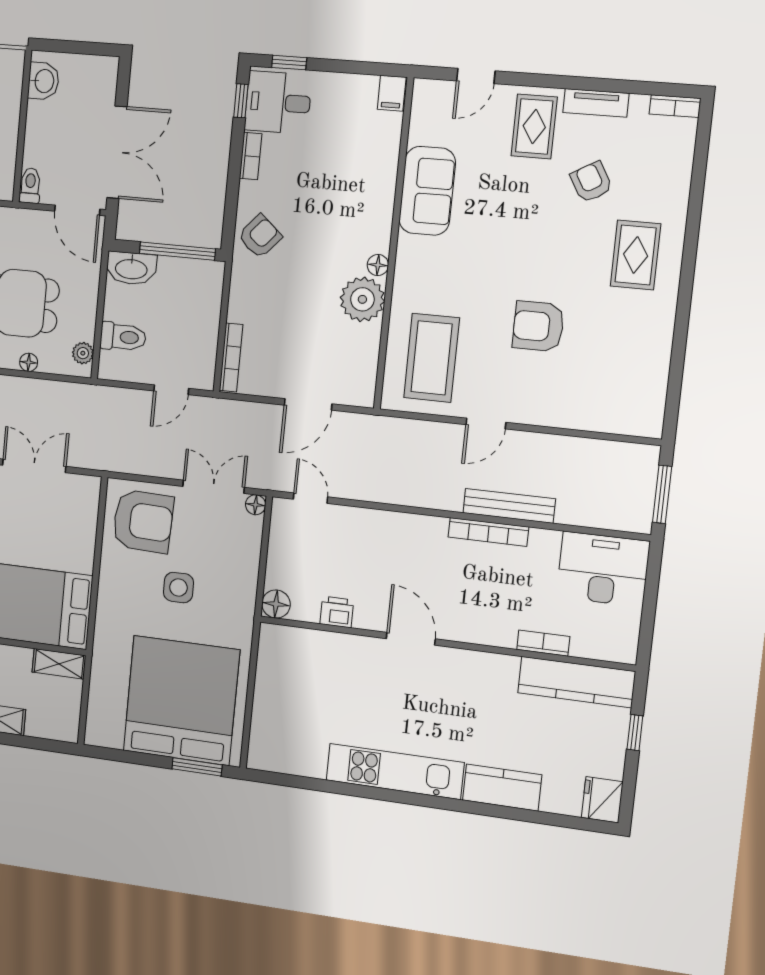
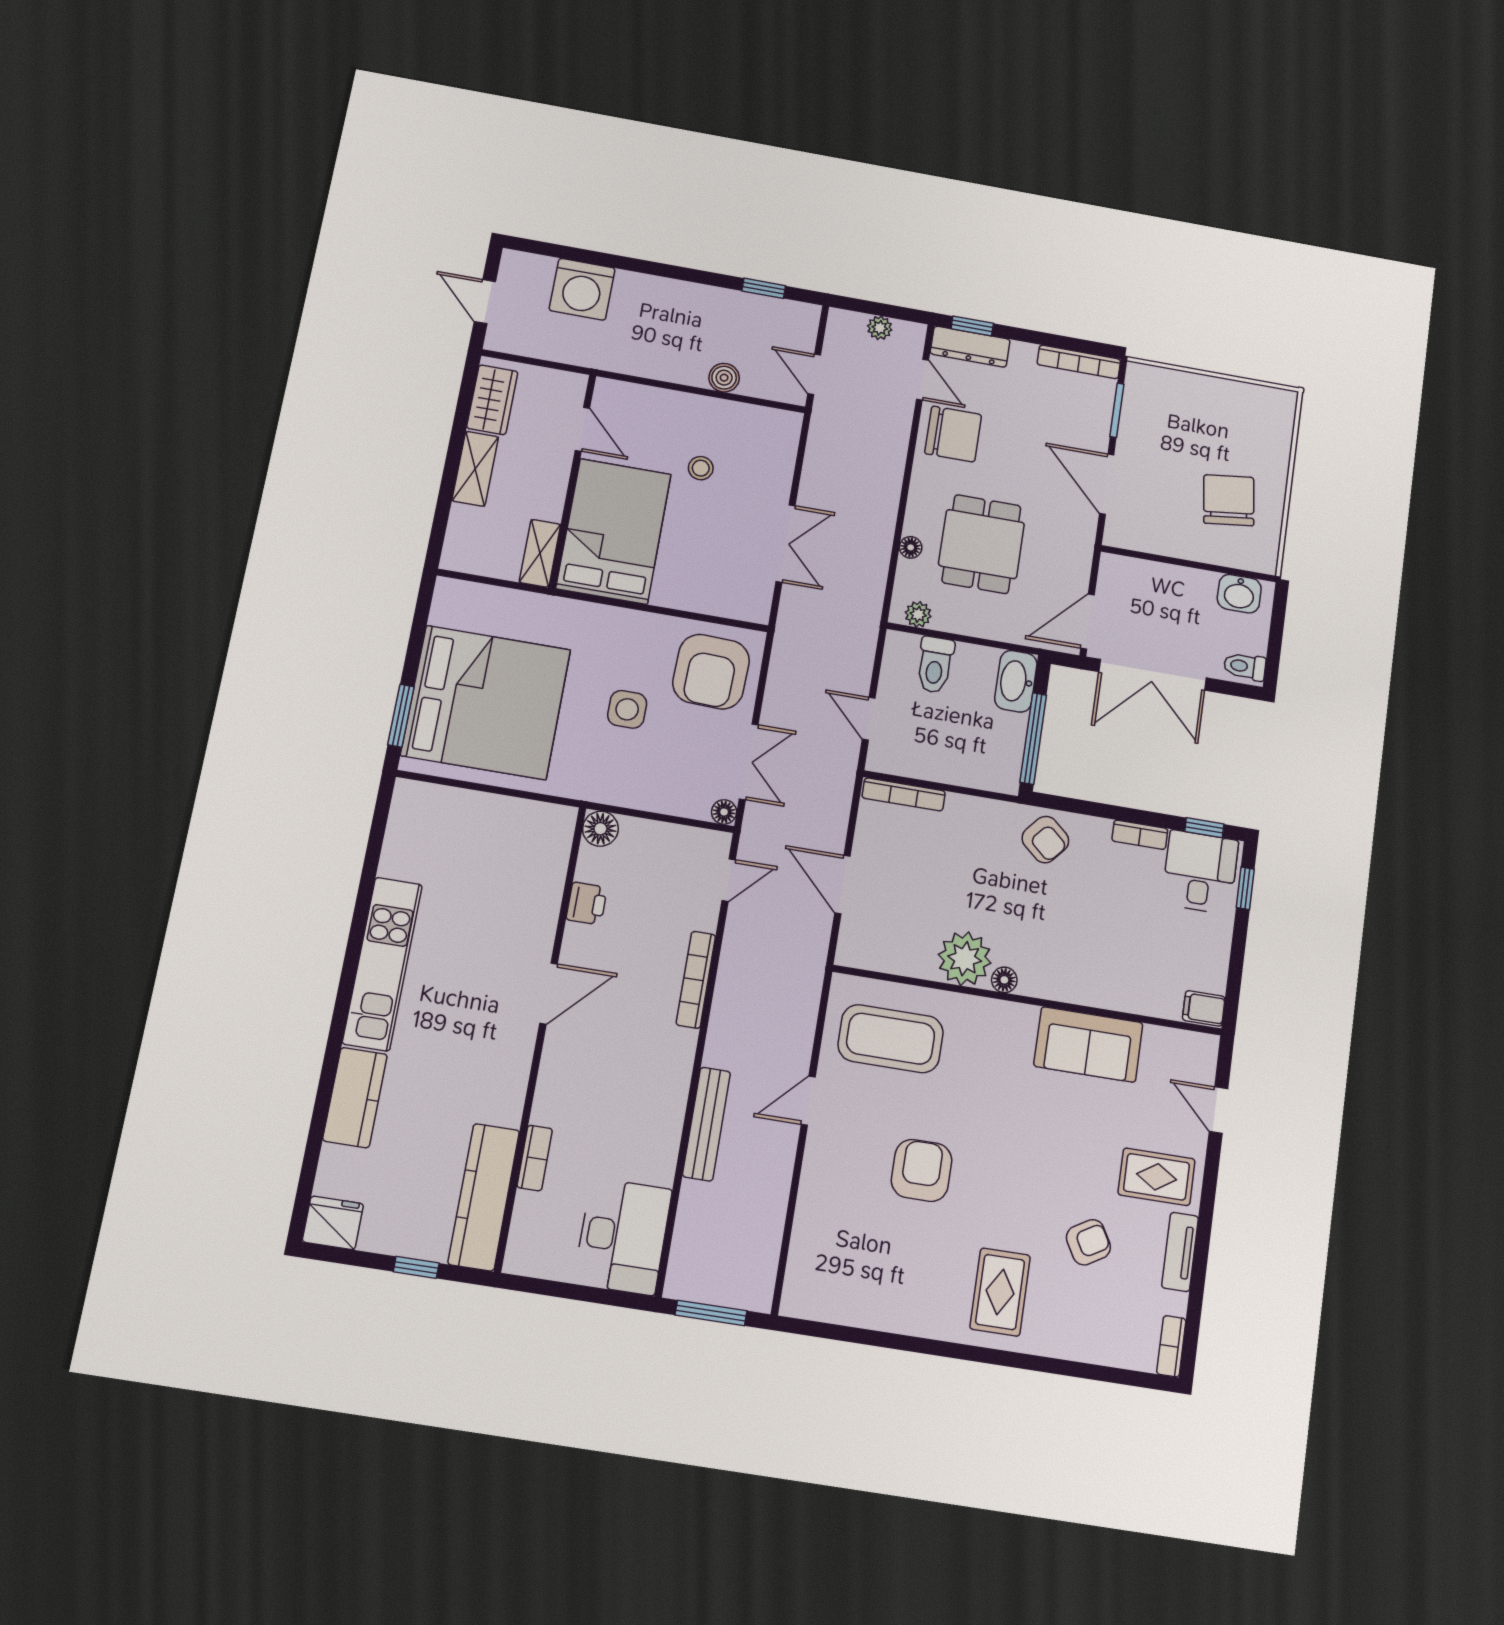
toilet: (30, 186) -> (1245, 666), moved, turned 180
rug: (636, 255) -> (1000, 1292), turned 90
door: (486, 424) -> (808, 1101), hinge flipped
bookcase: (488, 532) -> (696, 980), moved

